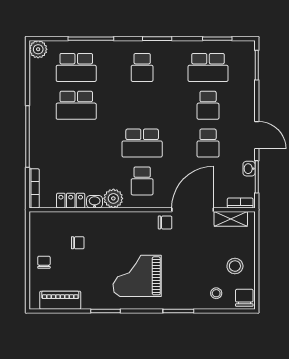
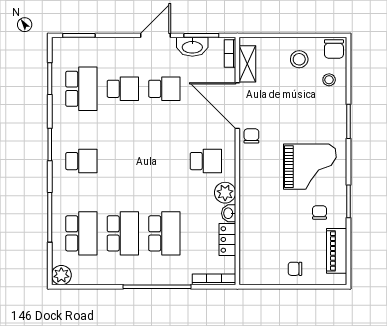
school desk: (142, 143) -> (164, 233), moved
washbasin: (249, 169) -> (192, 47), width x1.91, depth x1.45
chair: (78, 243) -> (319, 212), moved
grand piano: (137, 276) -> (310, 167), turned -90
chair: (244, 298) -> (334, 49), turned -90

